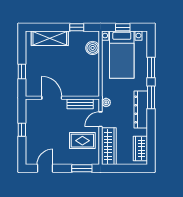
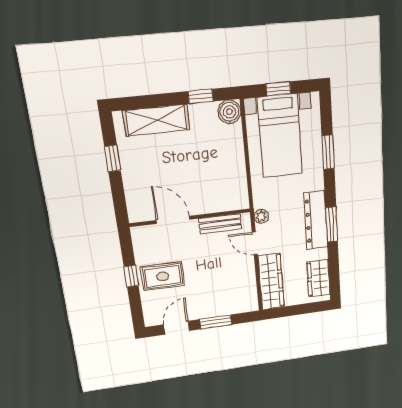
boiler: (93, 48) -> (229, 112), moved
window: (22, 72) -> (113, 158), moved
window: (151, 97) -> (332, 224), moved
door: (100, 119) -> (255, 243), hinge flipped
rug: (82, 141) -> (163, 276), moved
window: (82, 168) -> (216, 322), moved

